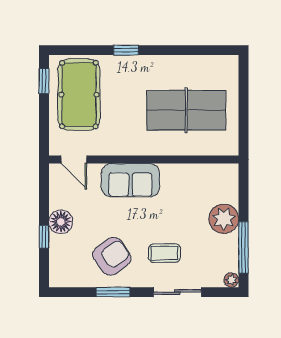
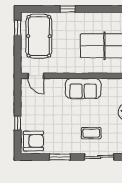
sofa: (130, 180) -> (83, 88), moved
floor lamp: (61, 222) -> (28, 114), removed
armchair: (112, 256) -> (33, 141), moved, turned 36

